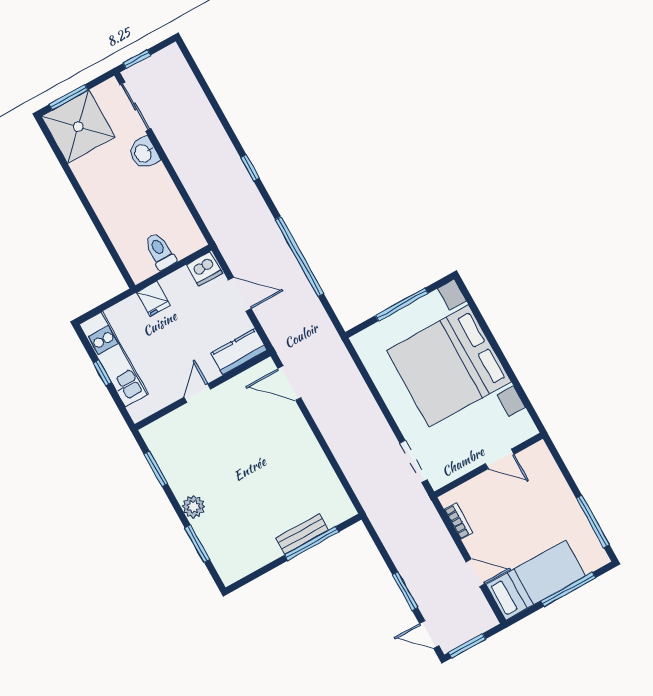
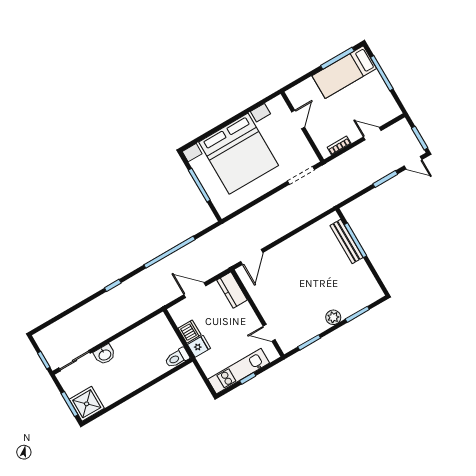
shower: (78, 127) -> (87, 404), width x0.73, depth x0.73
toilet: (160, 251) -> (177, 358), moved
dishwasher: (204, 269) -> (189, 332), moved
door: (240, 294) -> (195, 290), hinge flipped
door: (197, 393) -> (269, 333), moved
bench: (302, 534) -> (346, 241), width x1.36
door: (475, 573) -> (372, 134), hinge flipped
bed: (536, 580) -> (344, 72), moved, turned -90
door: (429, 635) -> (413, 163), hinge flipped

